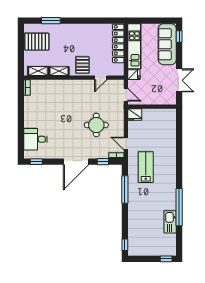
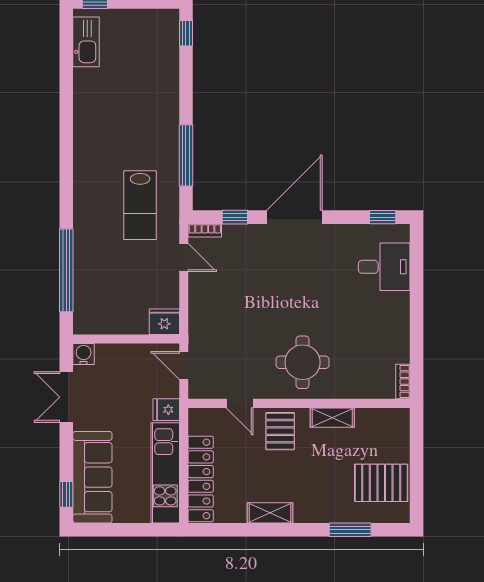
shelving: (38, 71) -> (270, 513), moved
door: (101, 78) -> (240, 403), swing flipped
water cooler: (171, 100) -> (84, 354), added
round table: (96, 125) -> (303, 362), moved
window: (179, 207) -> (66, 270), moved
kitchen sink: (170, 222) -> (86, 42), moved

